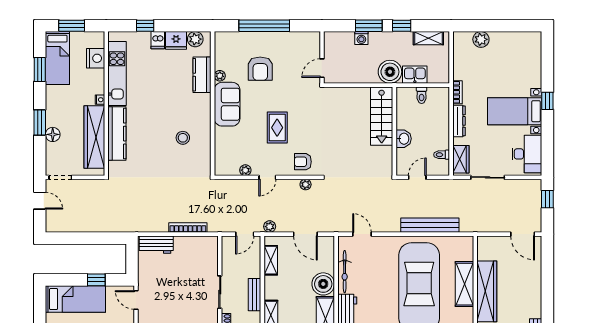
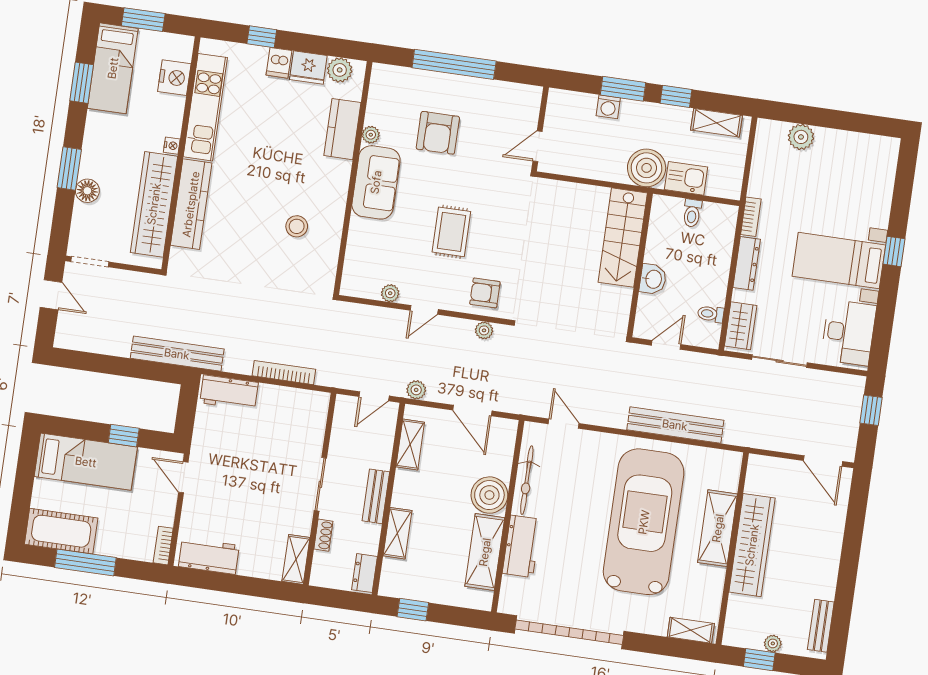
bench: (121, 225) -> (177, 354), added

